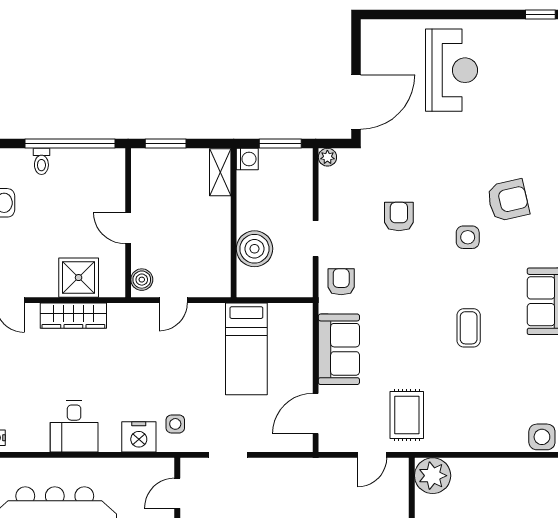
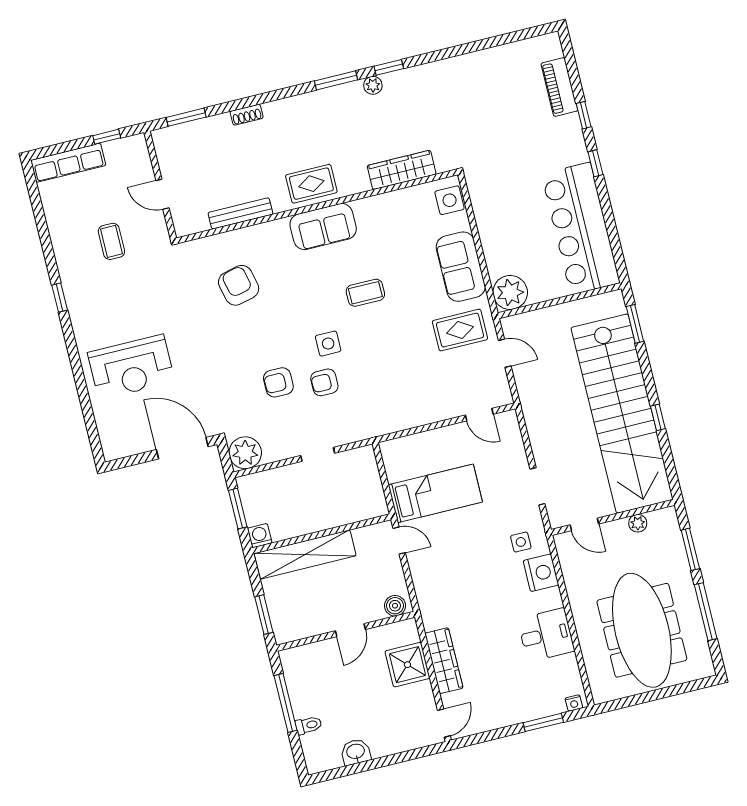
reception desk: (452, 70) -> (131, 367), turned 180
window: (70, 143) -> (286, 703), width x0.68
plant: (327, 157) -> (245, 453), width x1.87, depth x1.87
shelving: (220, 172) -> (305, 554), width x2.20, depth x1.33
side table: (468, 237) -> (328, 344), moved
boiler: (254, 249) -> (341, 509), removed
armchair: (341, 282) -> (324, 382), moved
door: (173, 300) -> (399, 541), moved
sofa: (339, 349) -> (461, 267), moved, turned -90
door: (316, 414) -> (479, 415), width x0.73

